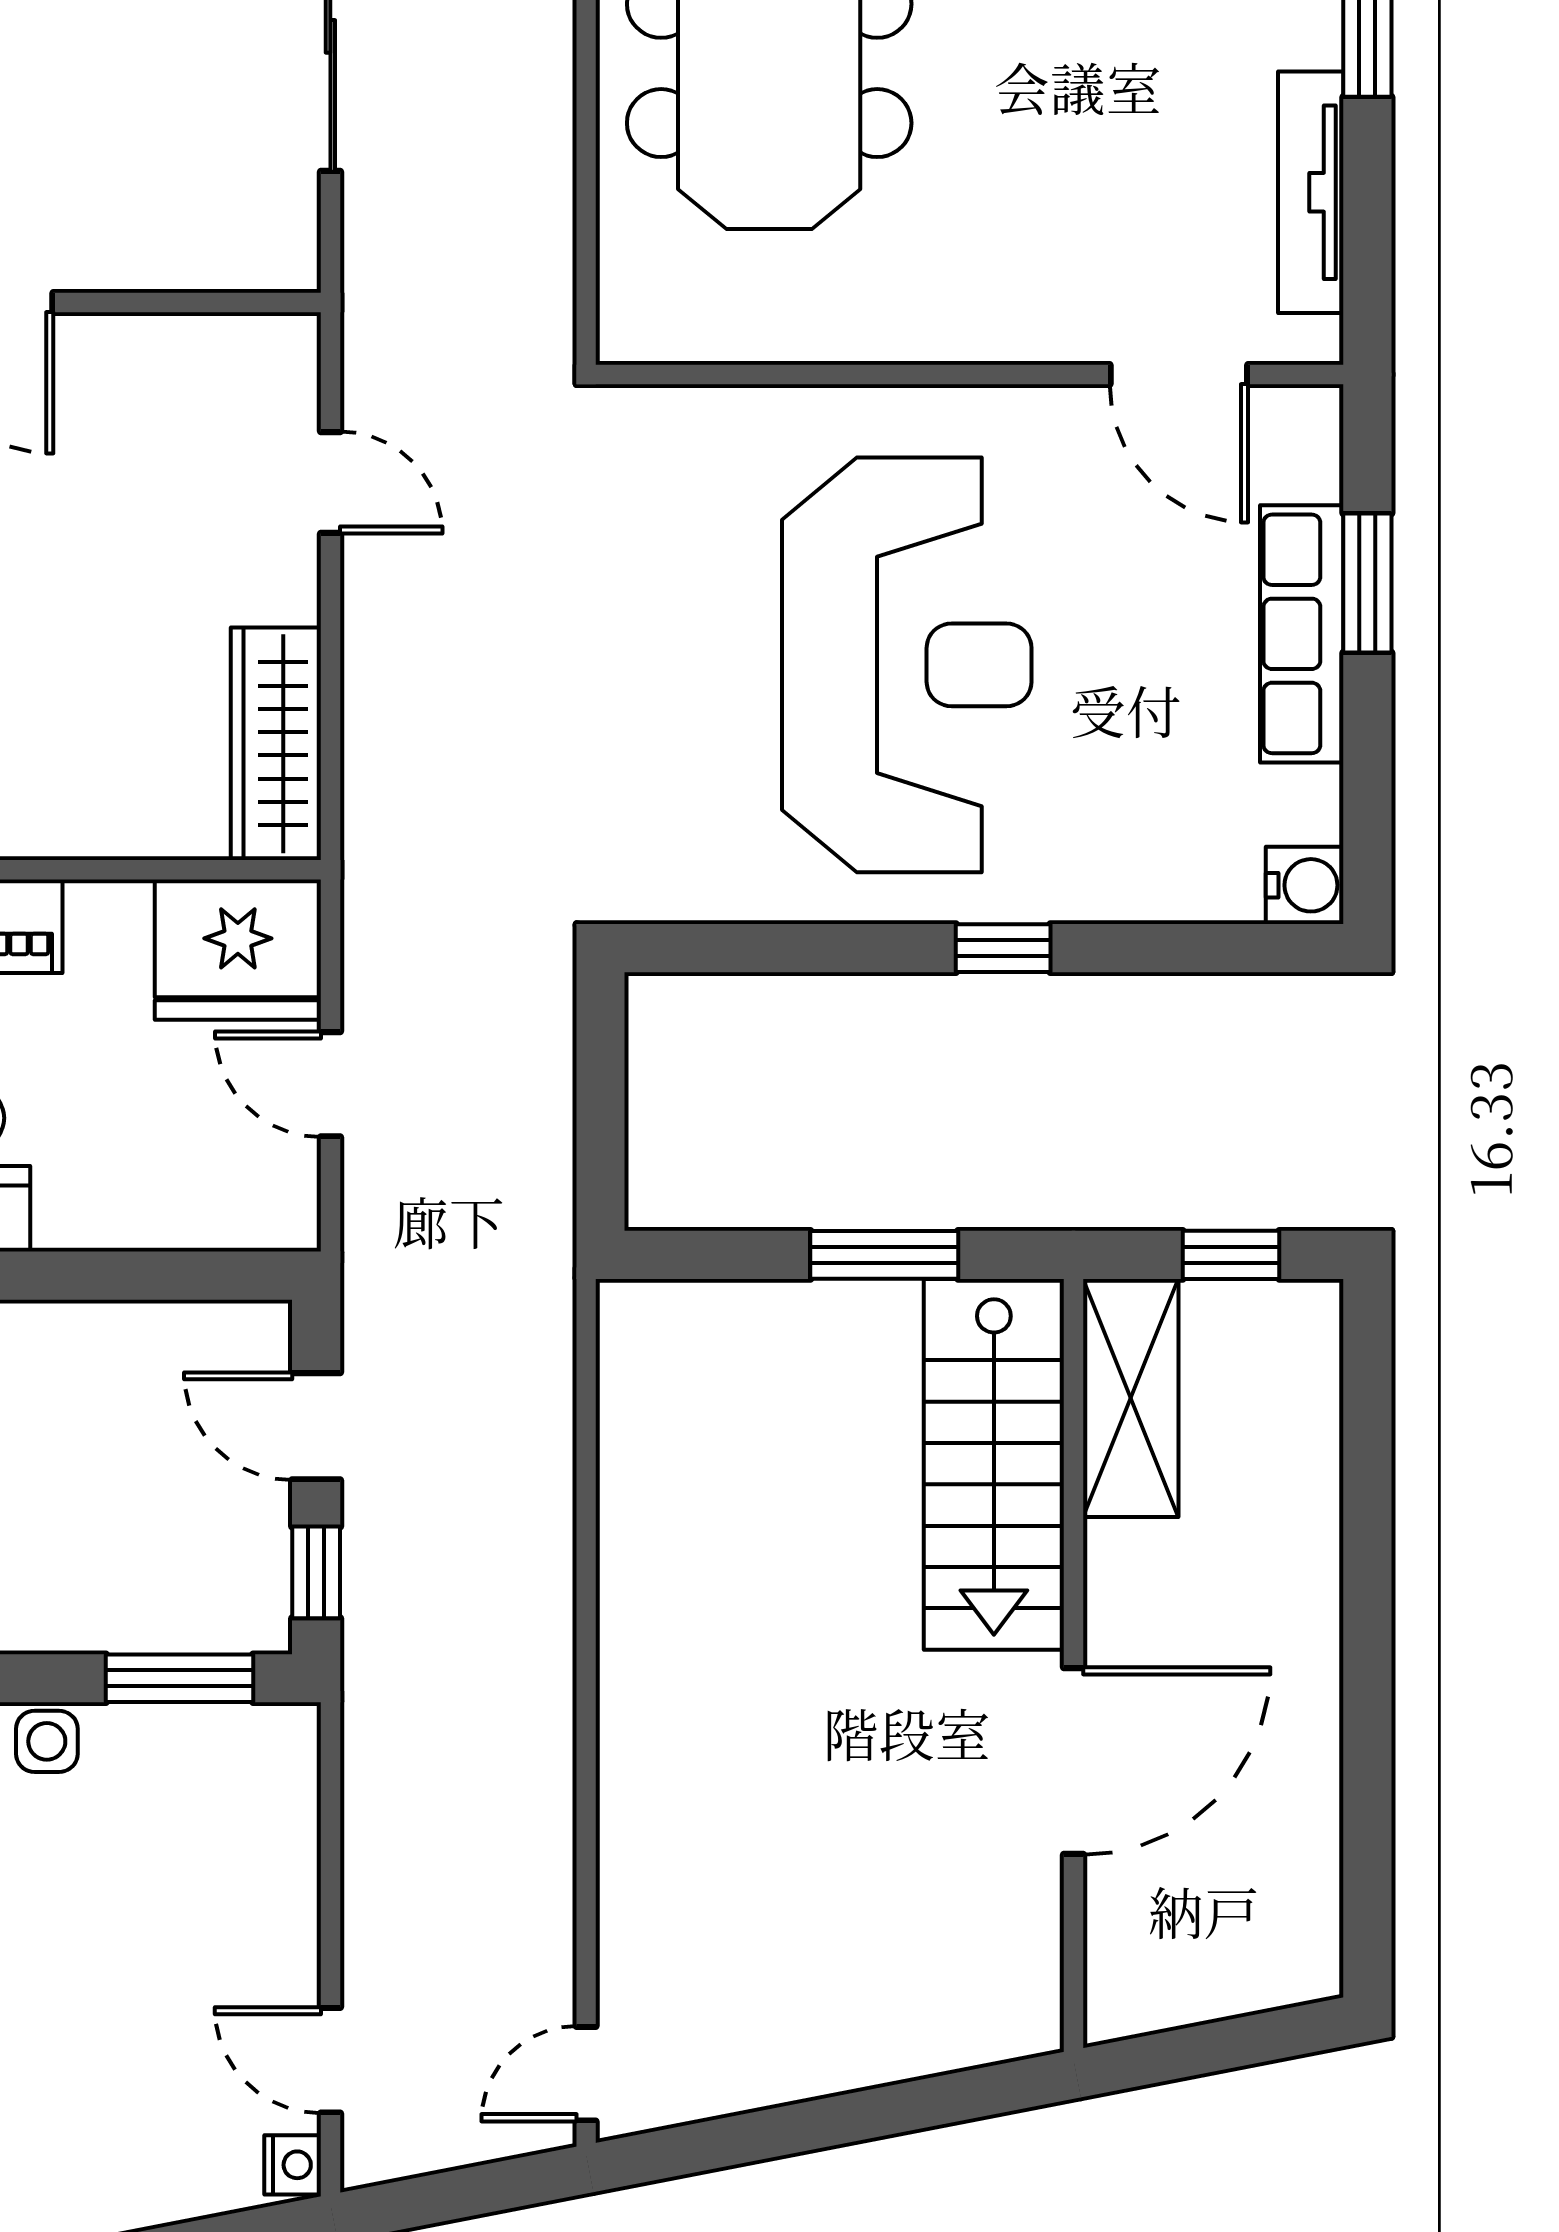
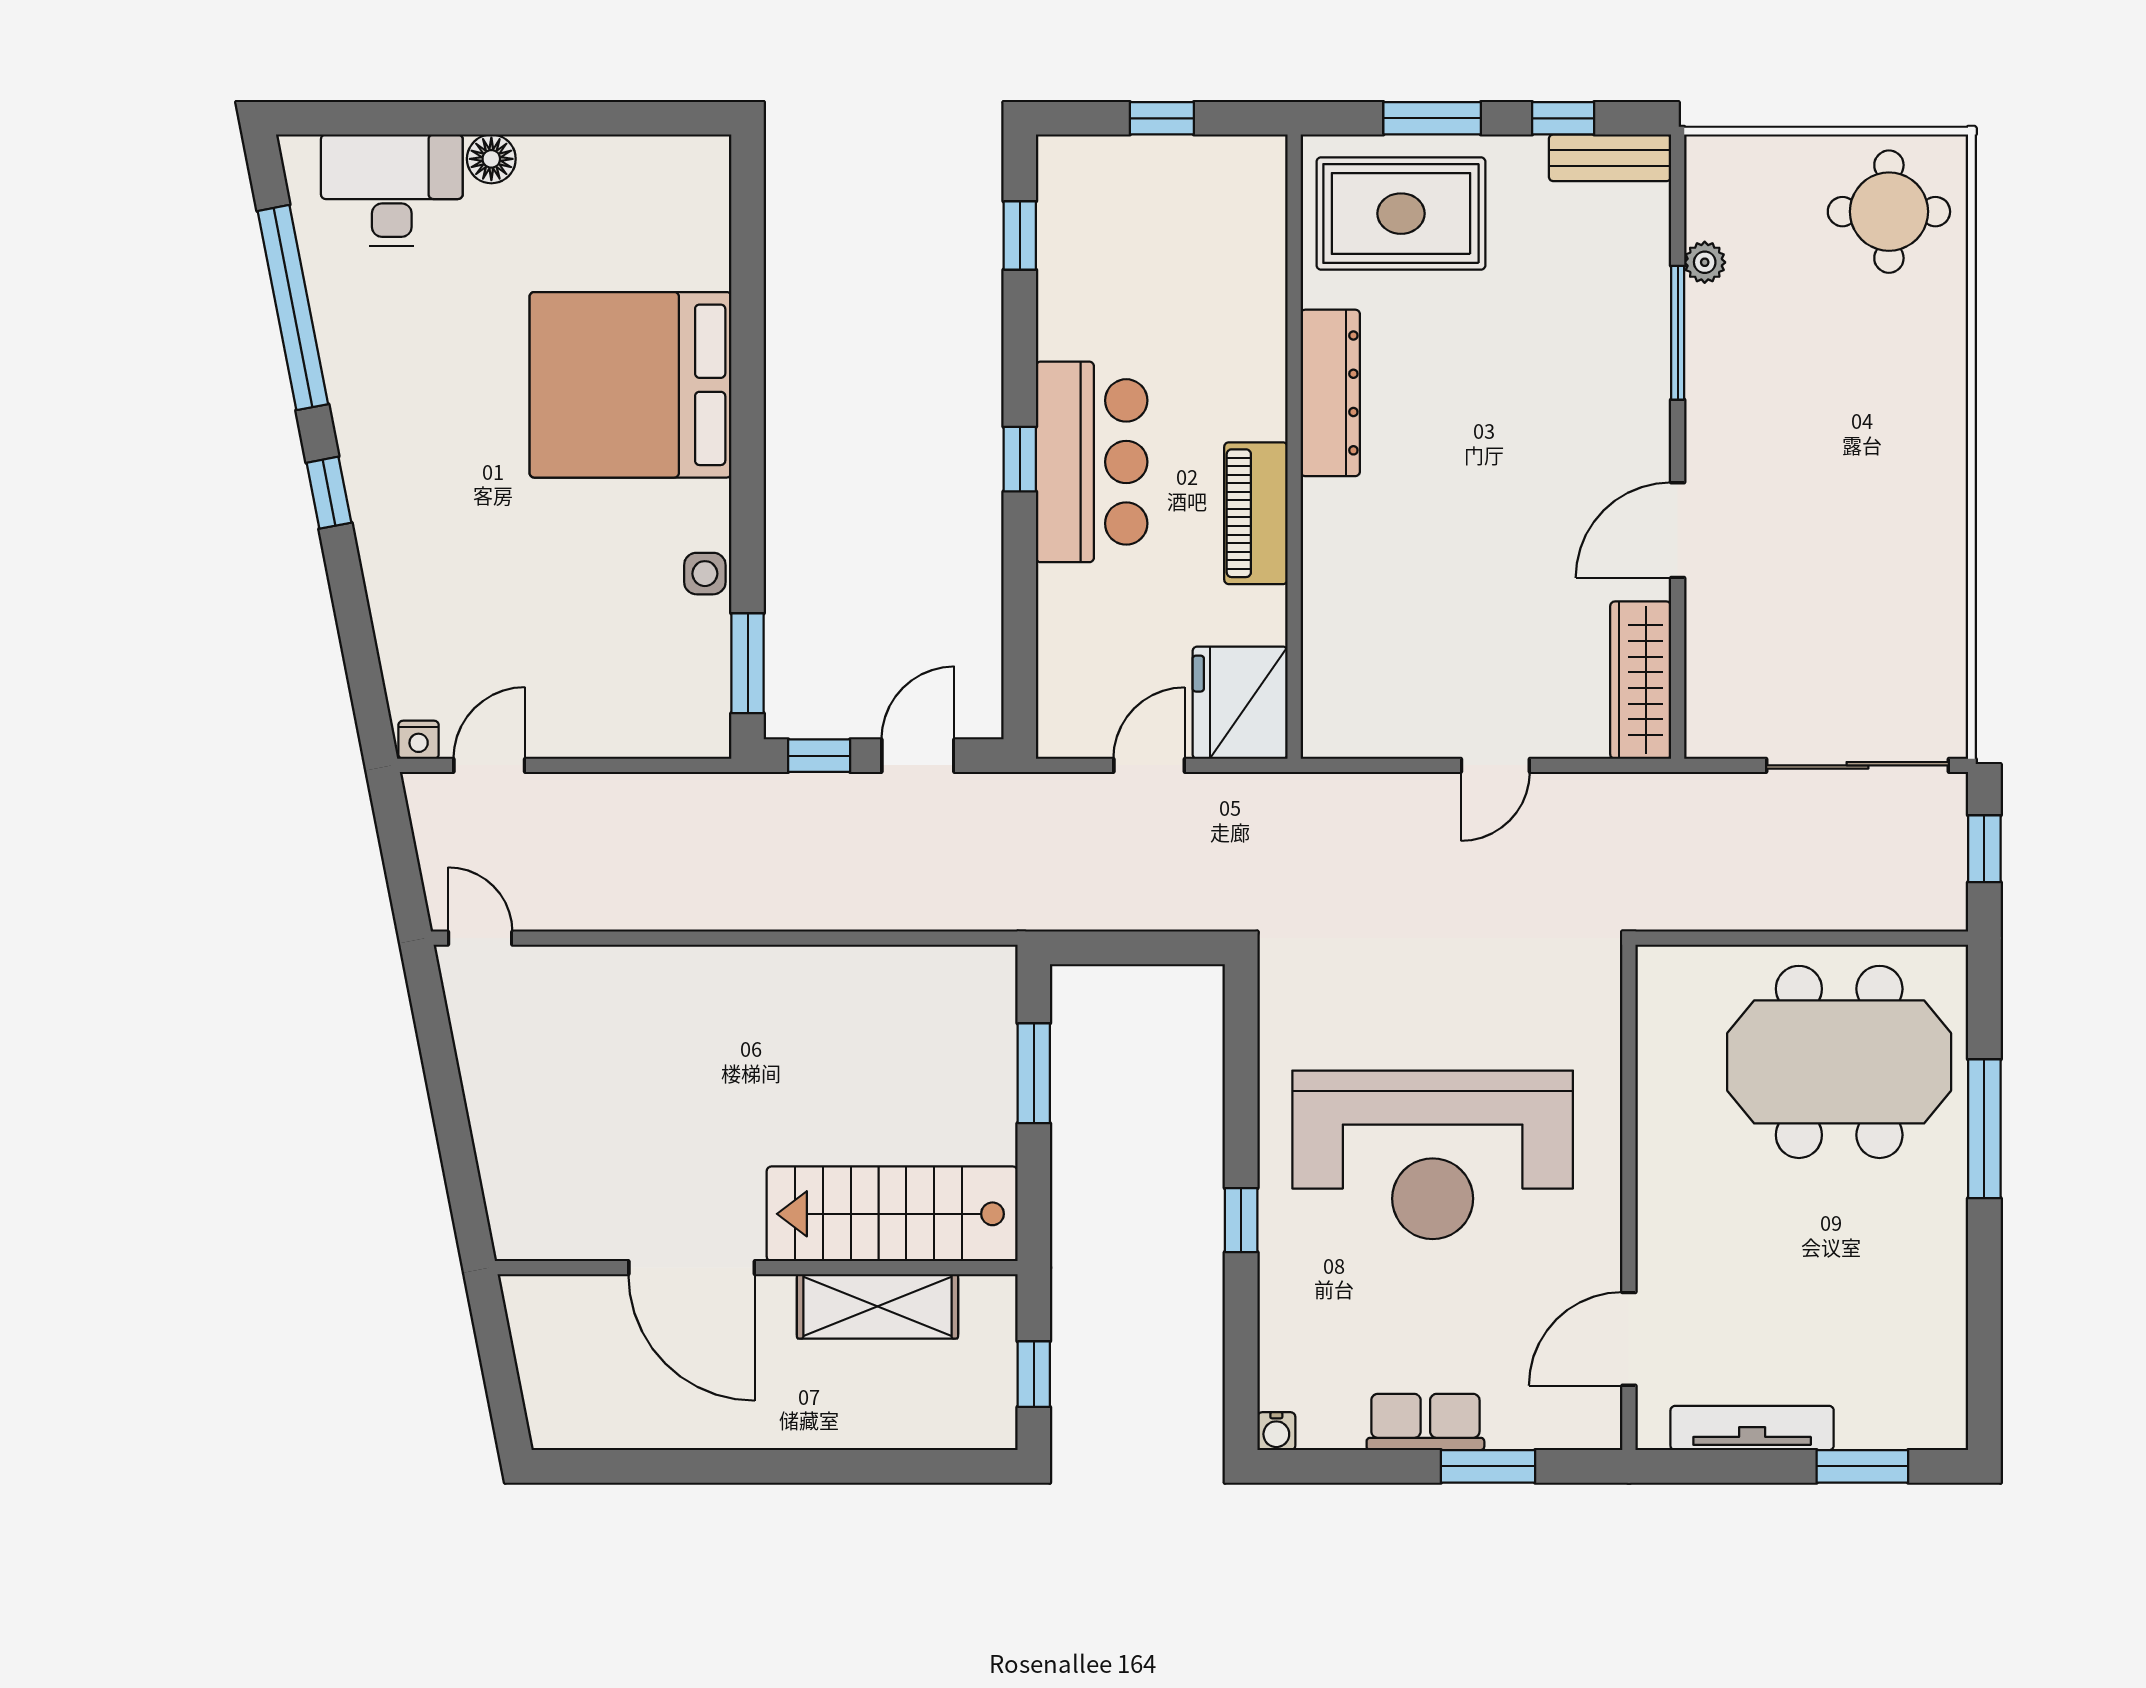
door: (330, 482) -> (1495, 765), moved
row of seats: (1302, 634) -> (1425, 1422), width x0.68
wardrobe: (276, 744) -> (1641, 680), moved, turned -90
water cooler: (1305, 885) -> (1276, 1431), width x0.72, depth x0.72
window: (884, 1255) -> (1034, 1073), moved
shelving: (1131, 1398) -> (877, 1306), moved

